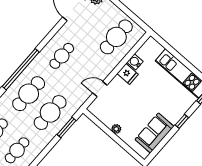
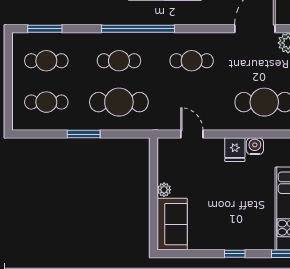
cafe table: (29, 94) -> (119, 61), width x0.73, depth x0.74
window: (66, 127) -> (84, 134), moved
sofa: (154, 133) -> (172, 224), moved, turned 90

